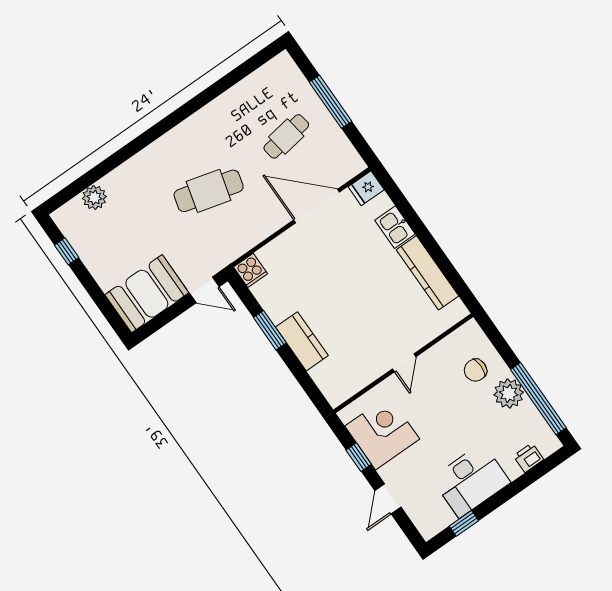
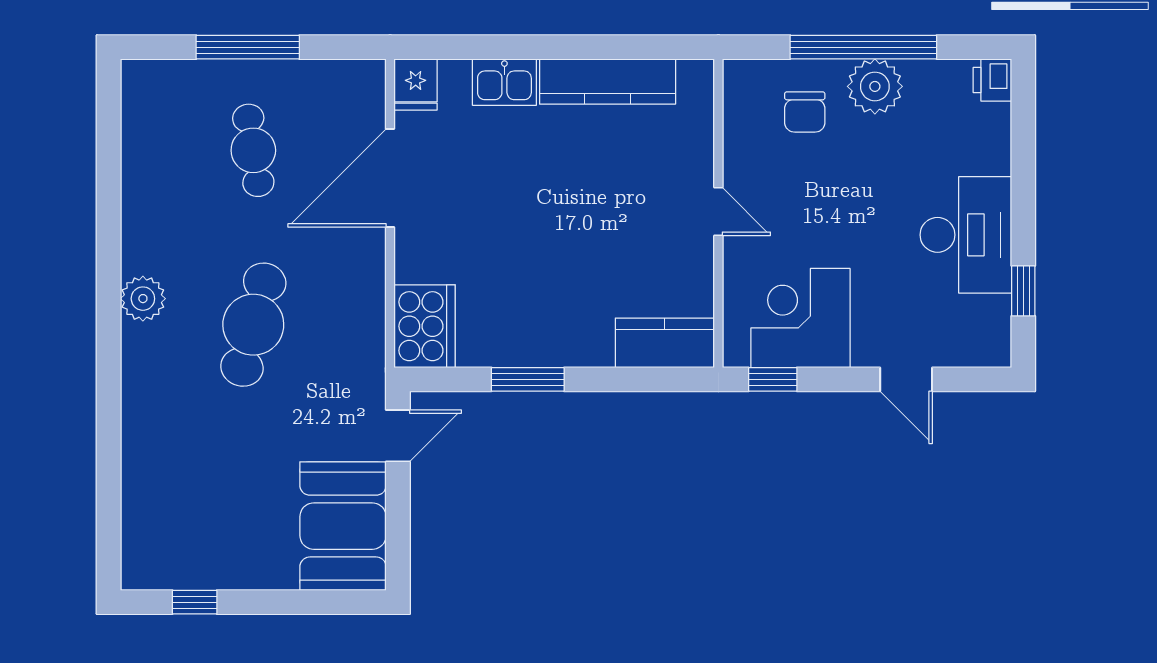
plant: (94, 198) -> (143, 299), moved
cooker: (250, 270) -> (425, 326), width x1.87, depth x1.31
kitchen counter: (302, 341) -> (665, 343), moved
window: (538, 399) -> (863, 47), moved
window: (359, 457) -> (773, 379), moved
printer: (528, 458) -> (992, 80), moved

